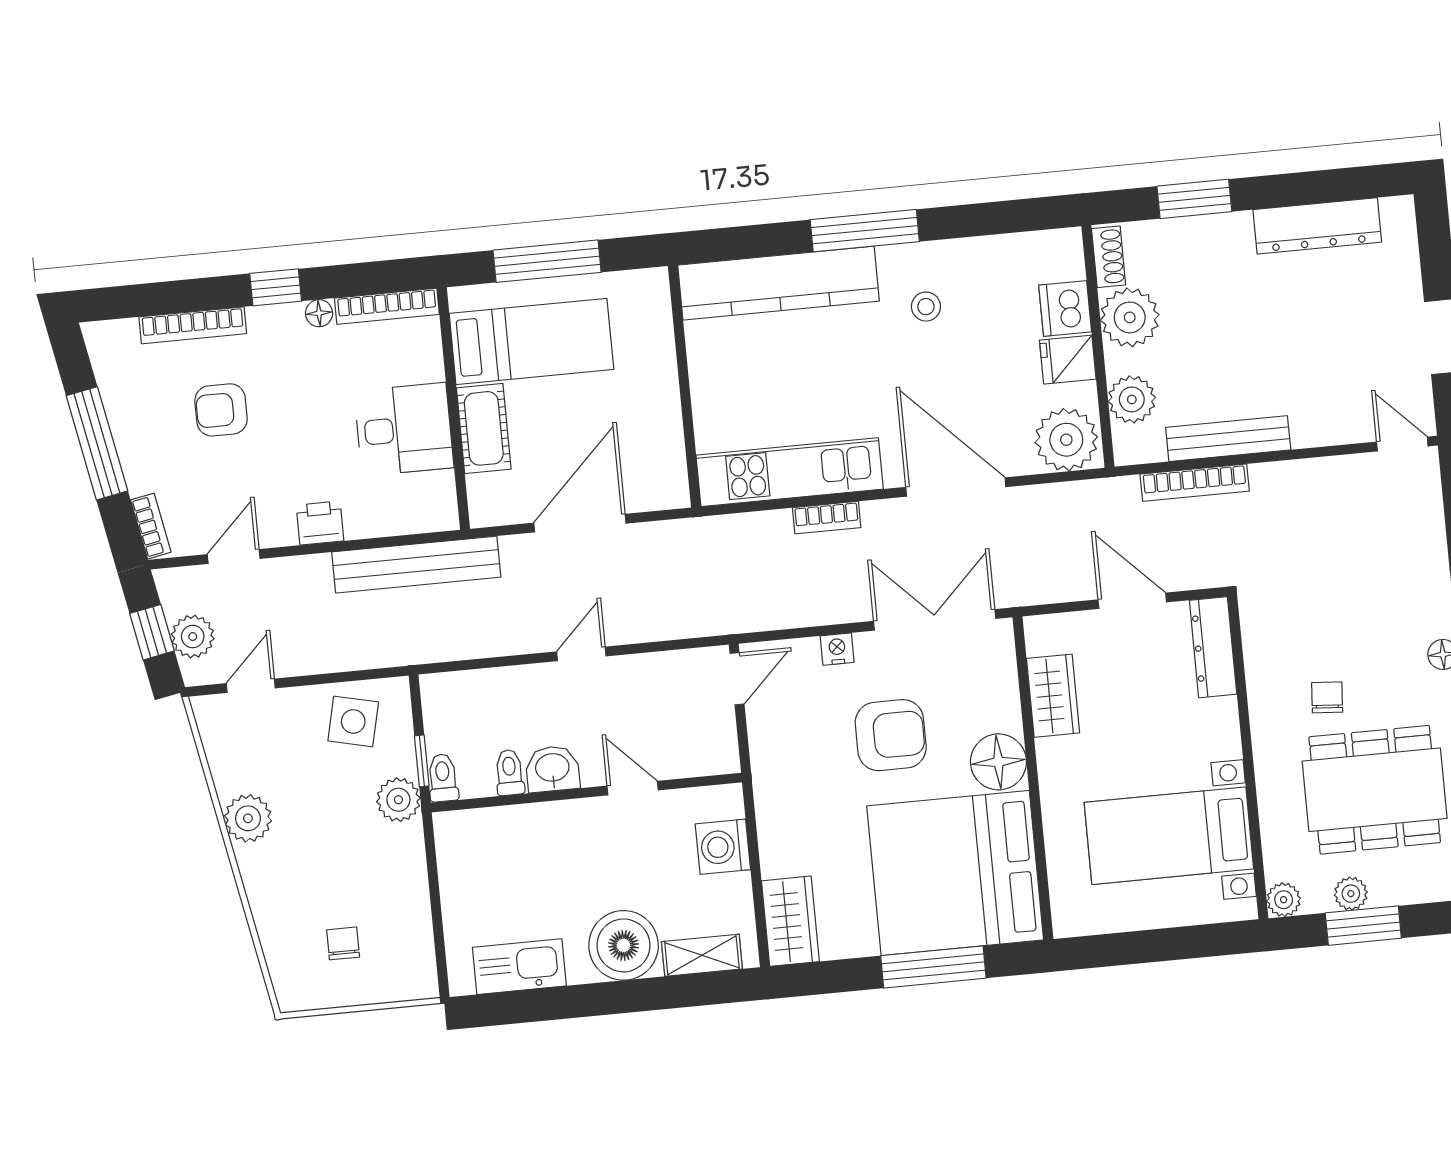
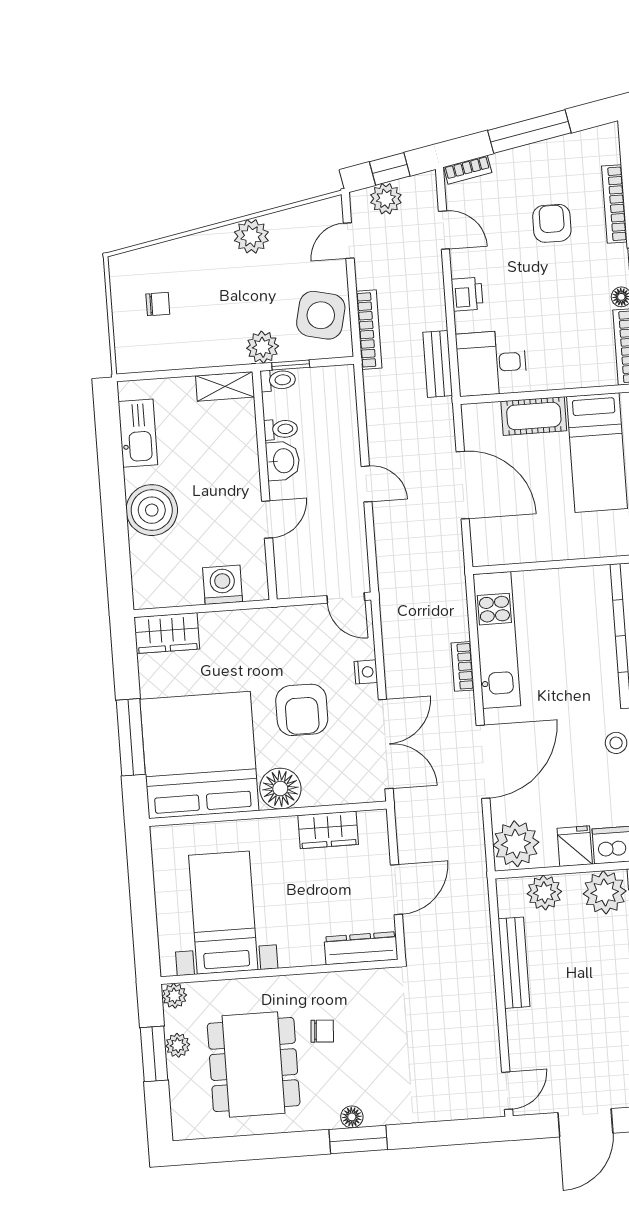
desk: (404, 429) -> (491, 363), moved, turned 90
bookcase: (1195, 483) -> (369, 330), moved, turned 180
bench: (416, 565) -> (438, 364), width x0.54, depth x0.82
door: (251, 686) -> (349, 241), swing flipped
side table: (353, 721) -> (321, 315), width x1.37, depth x1.37
shelving: (702, 955) -> (225, 386), moved, turned 90

